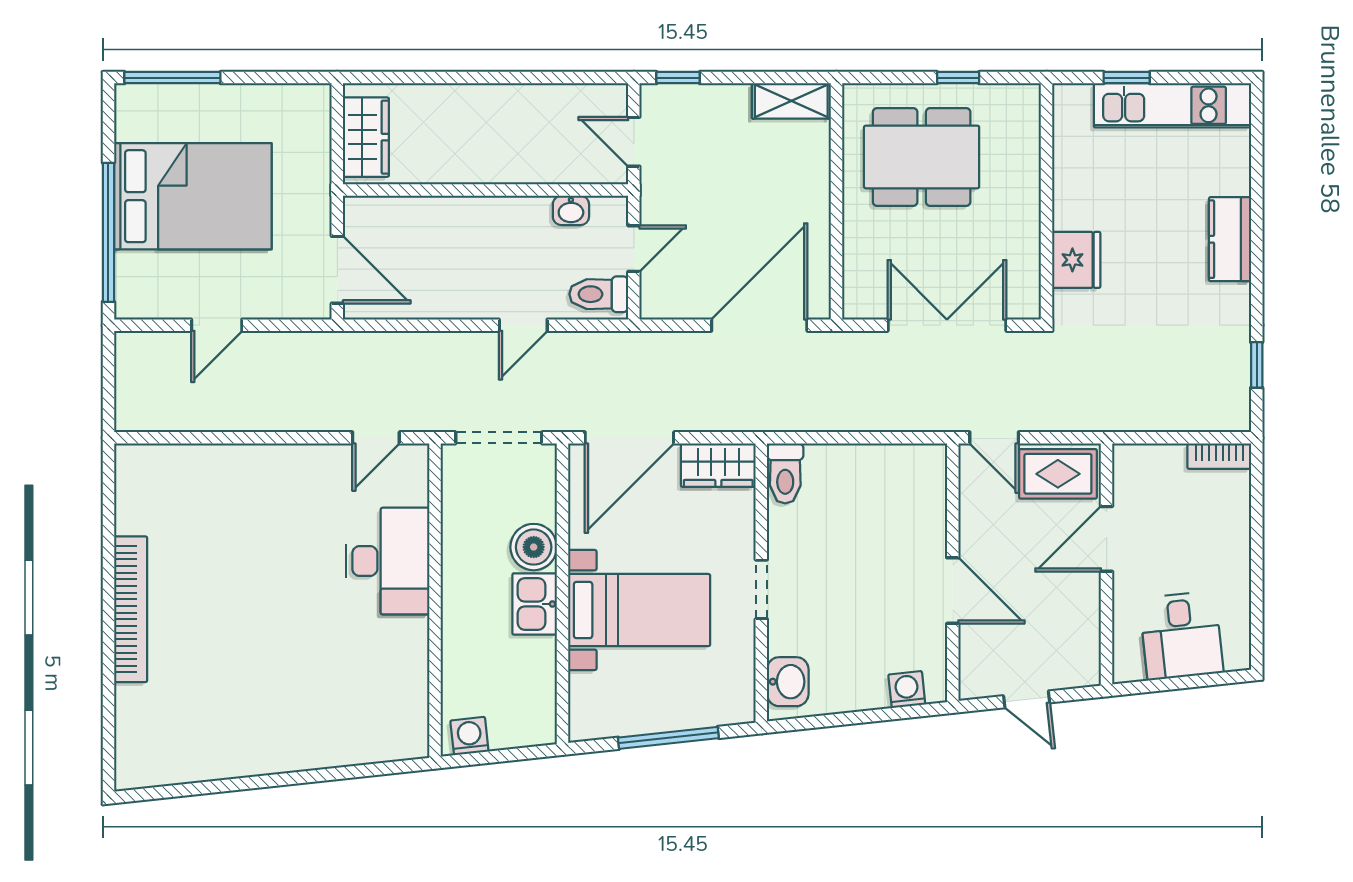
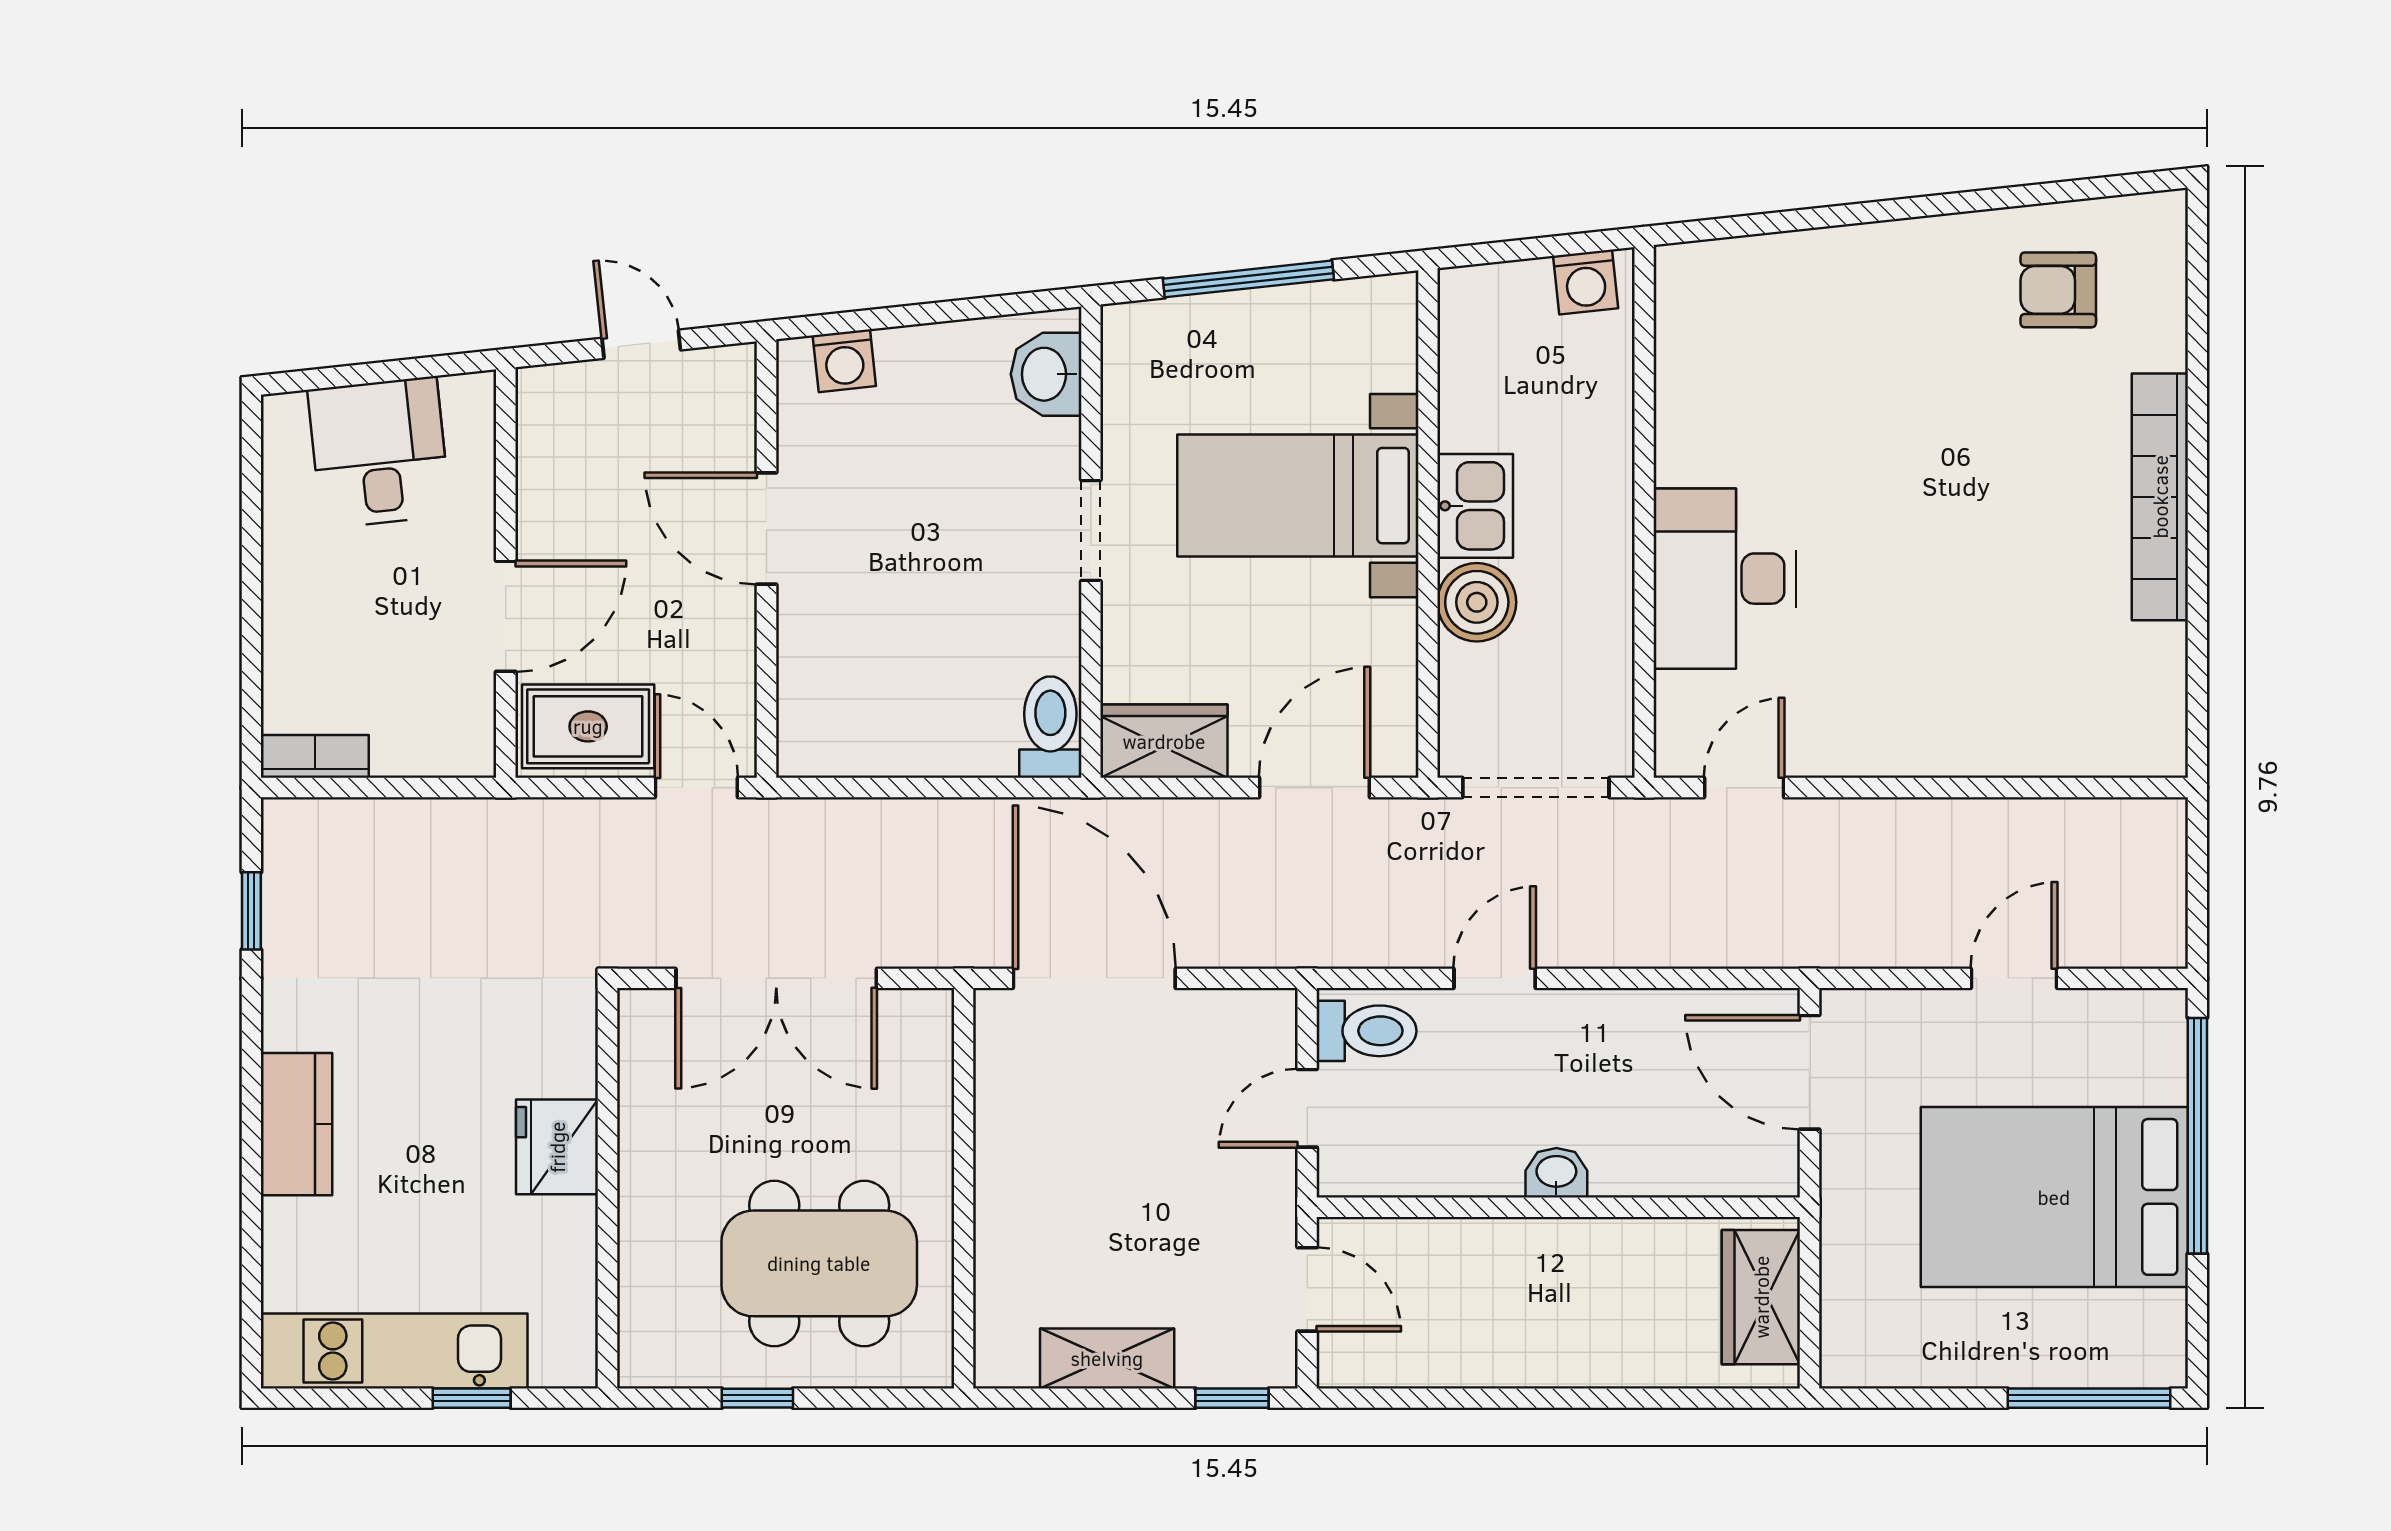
shelving: (791, 101) -> (1107, 1358), moved
washbasin: (571, 210) -> (1556, 1173), moved
fridge: (1076, 260) -> (557, 1147), moved
door: (759, 325) -> (1094, 978), swing flipped
door: (629, 438) -> (1314, 788), width x0.73
armchair: (191, 731) -> (2058, 290), added

